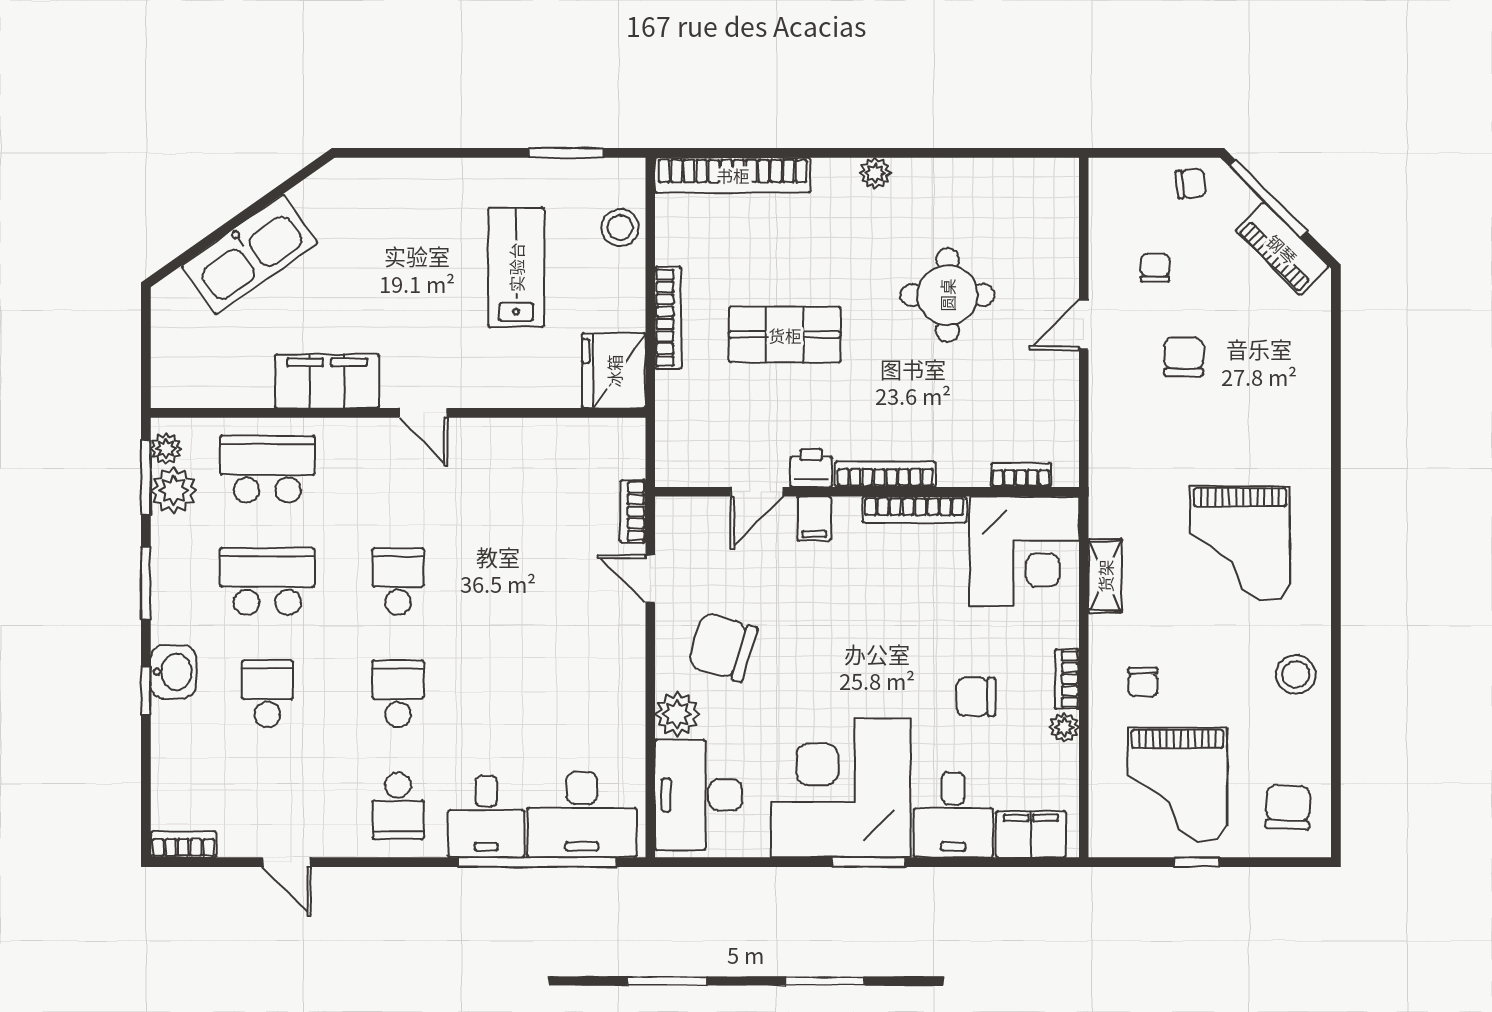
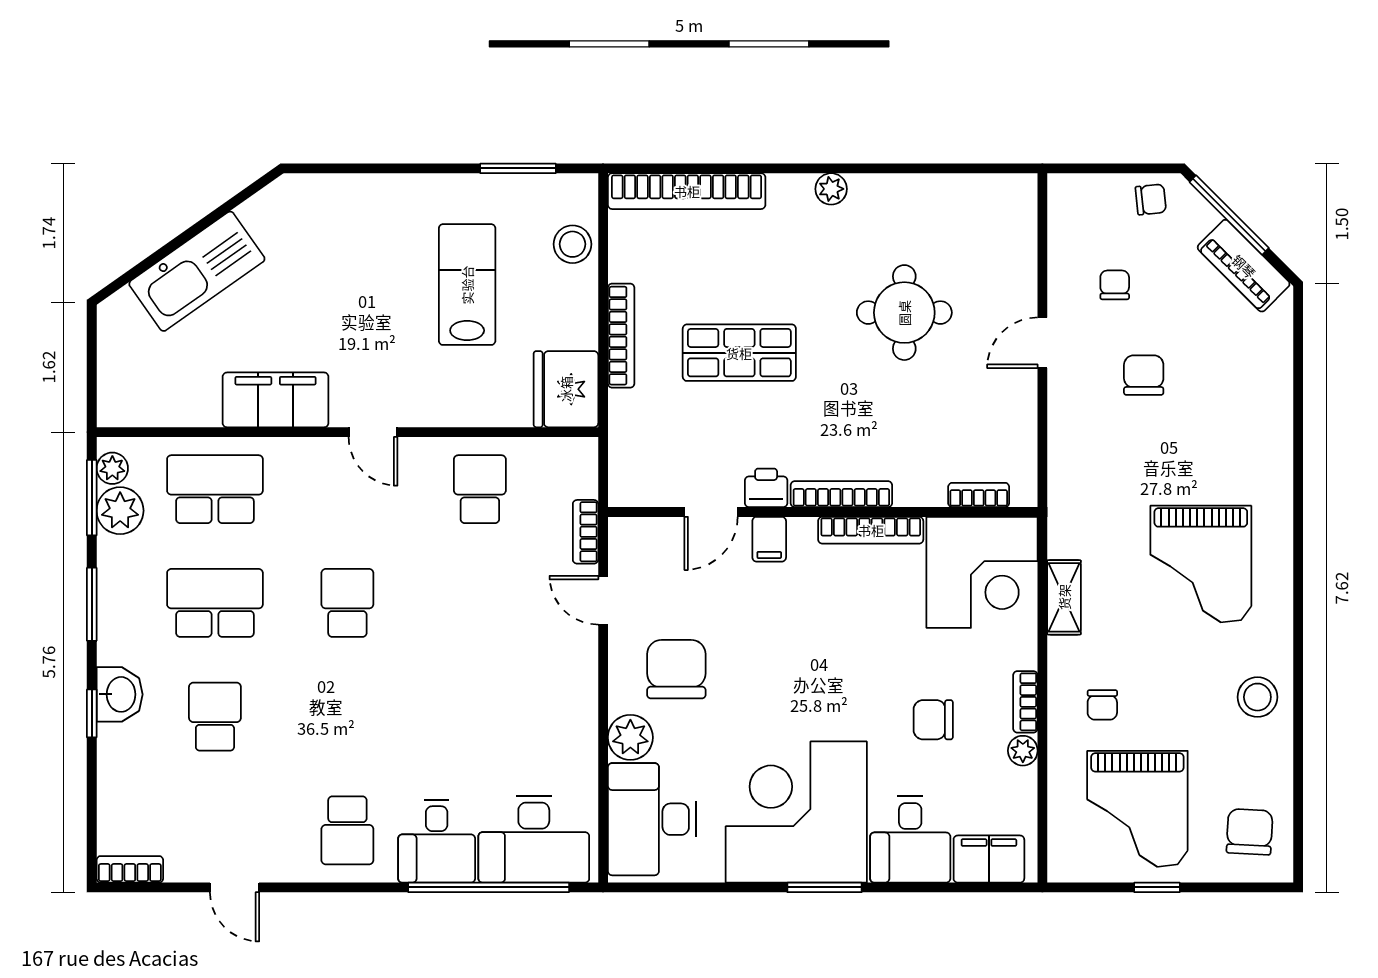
chair: (723, 647) -> (676, 669), turned 73
school desk: (398, 694) -> (480, 489), moved

